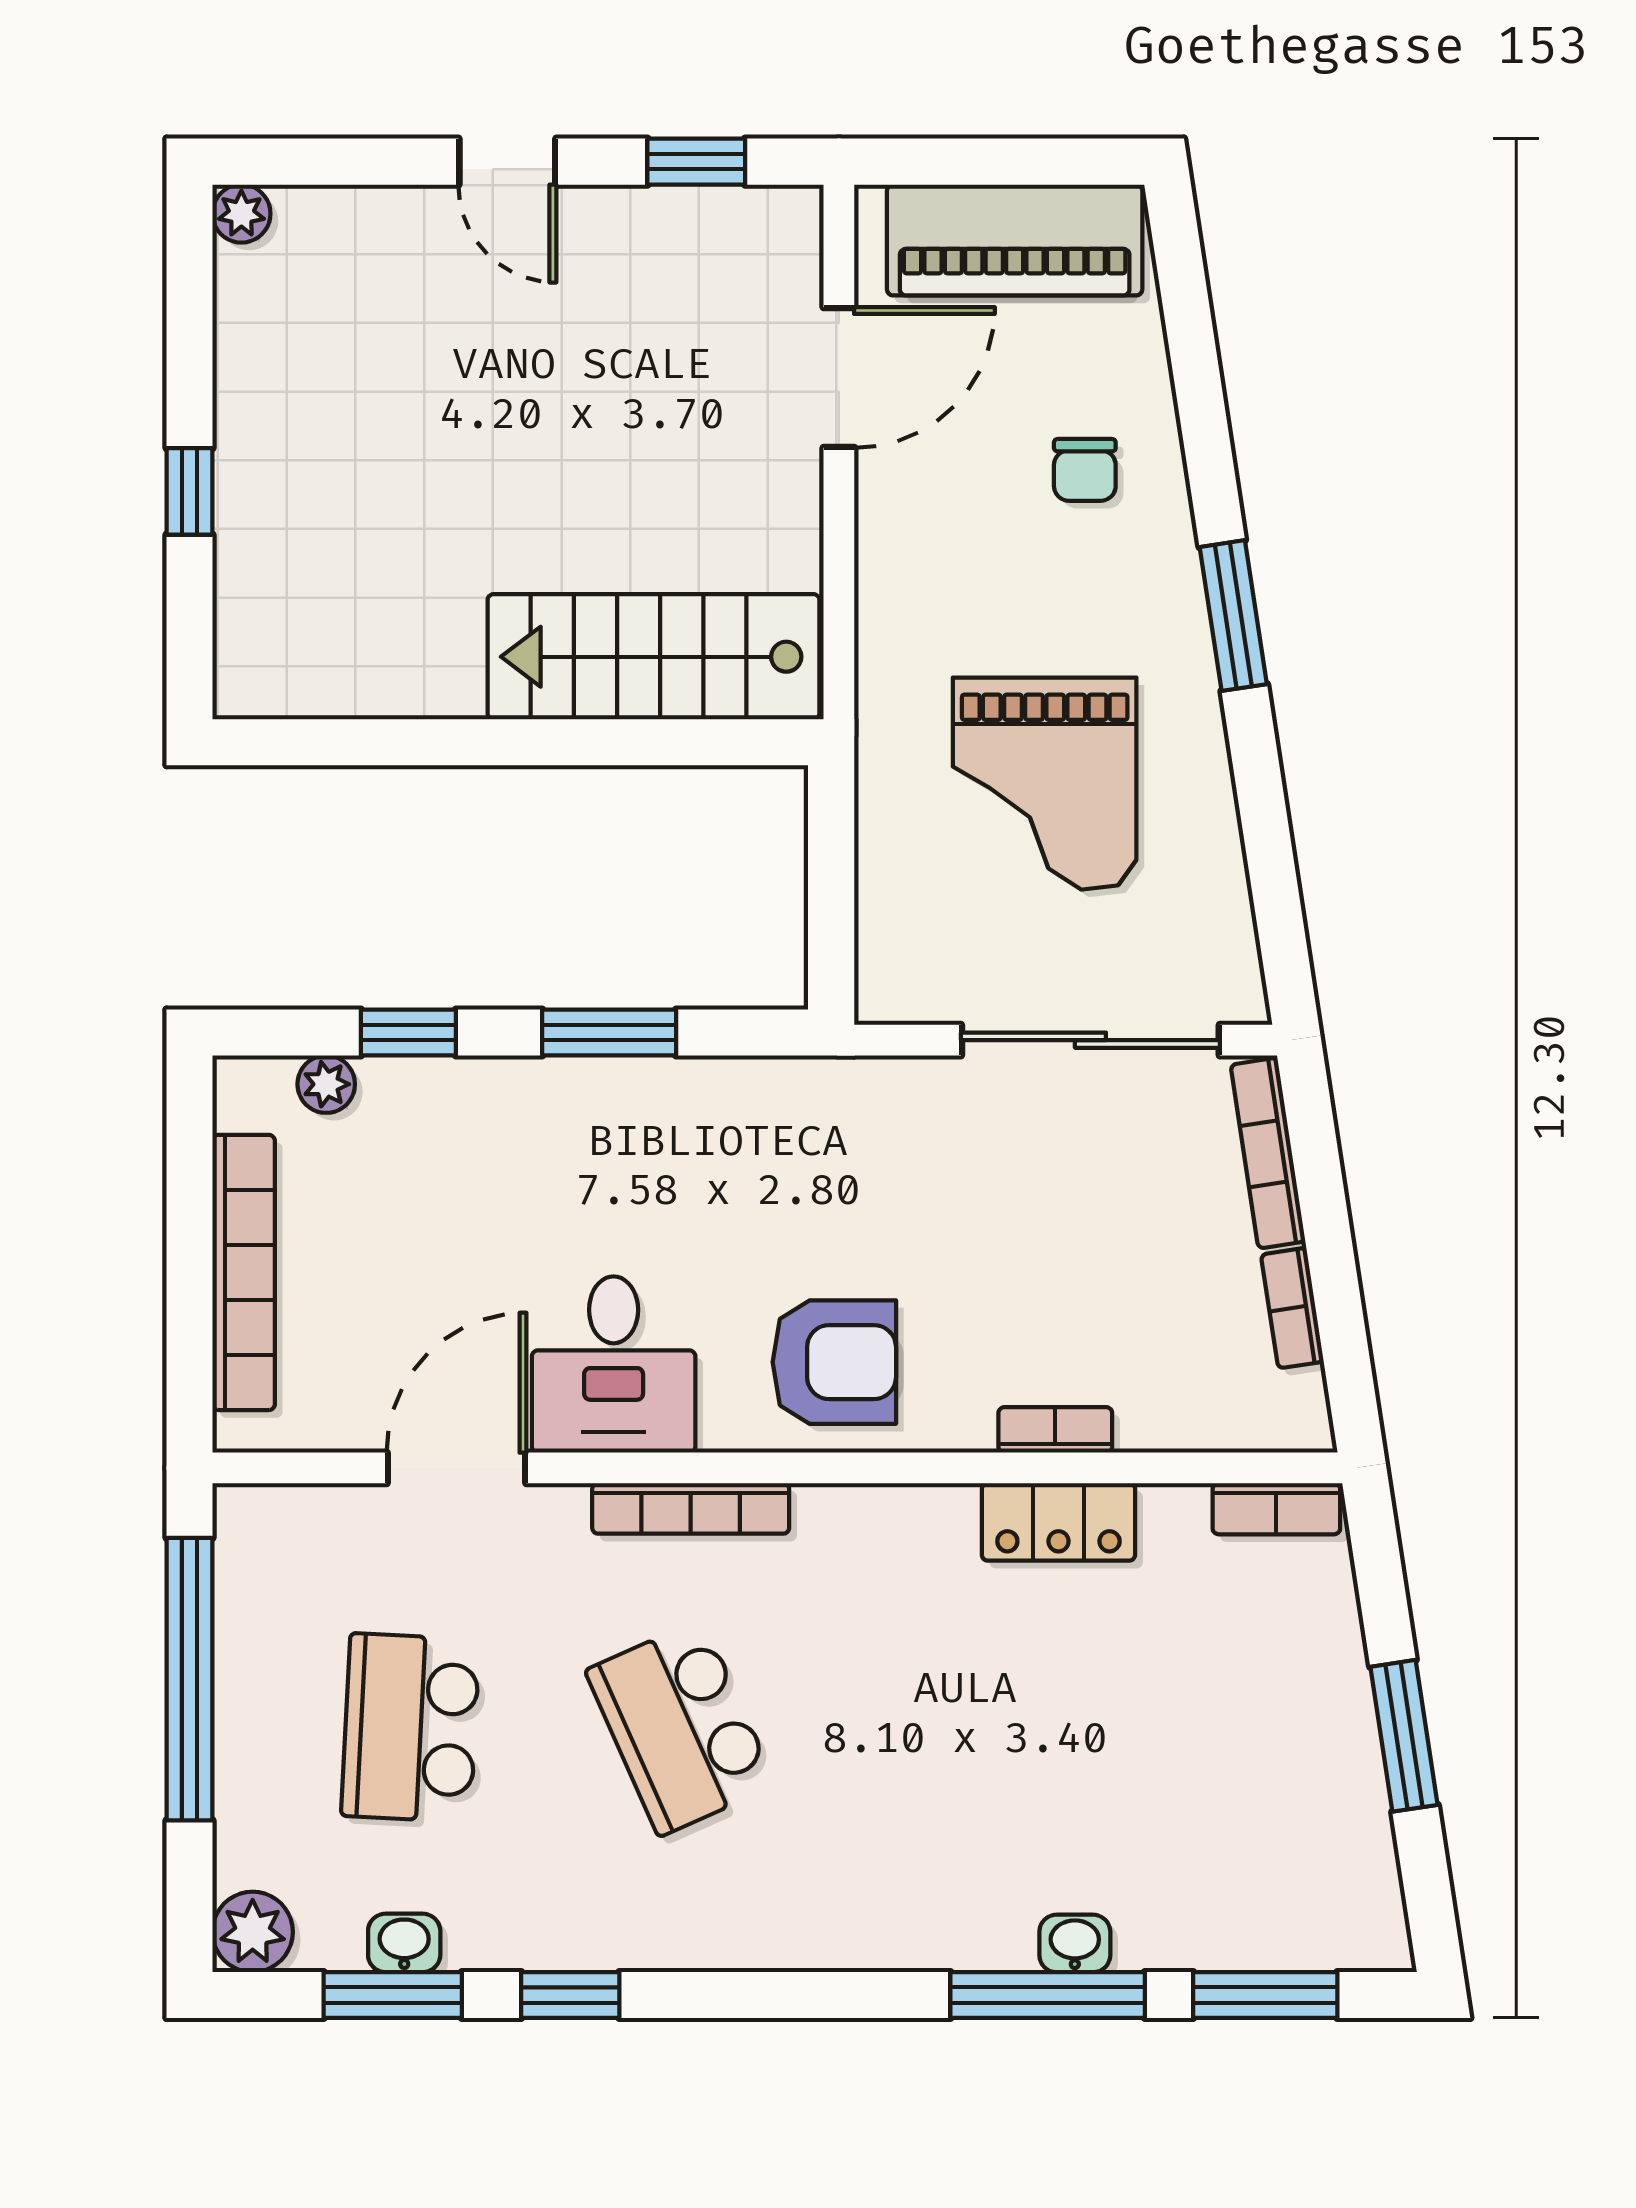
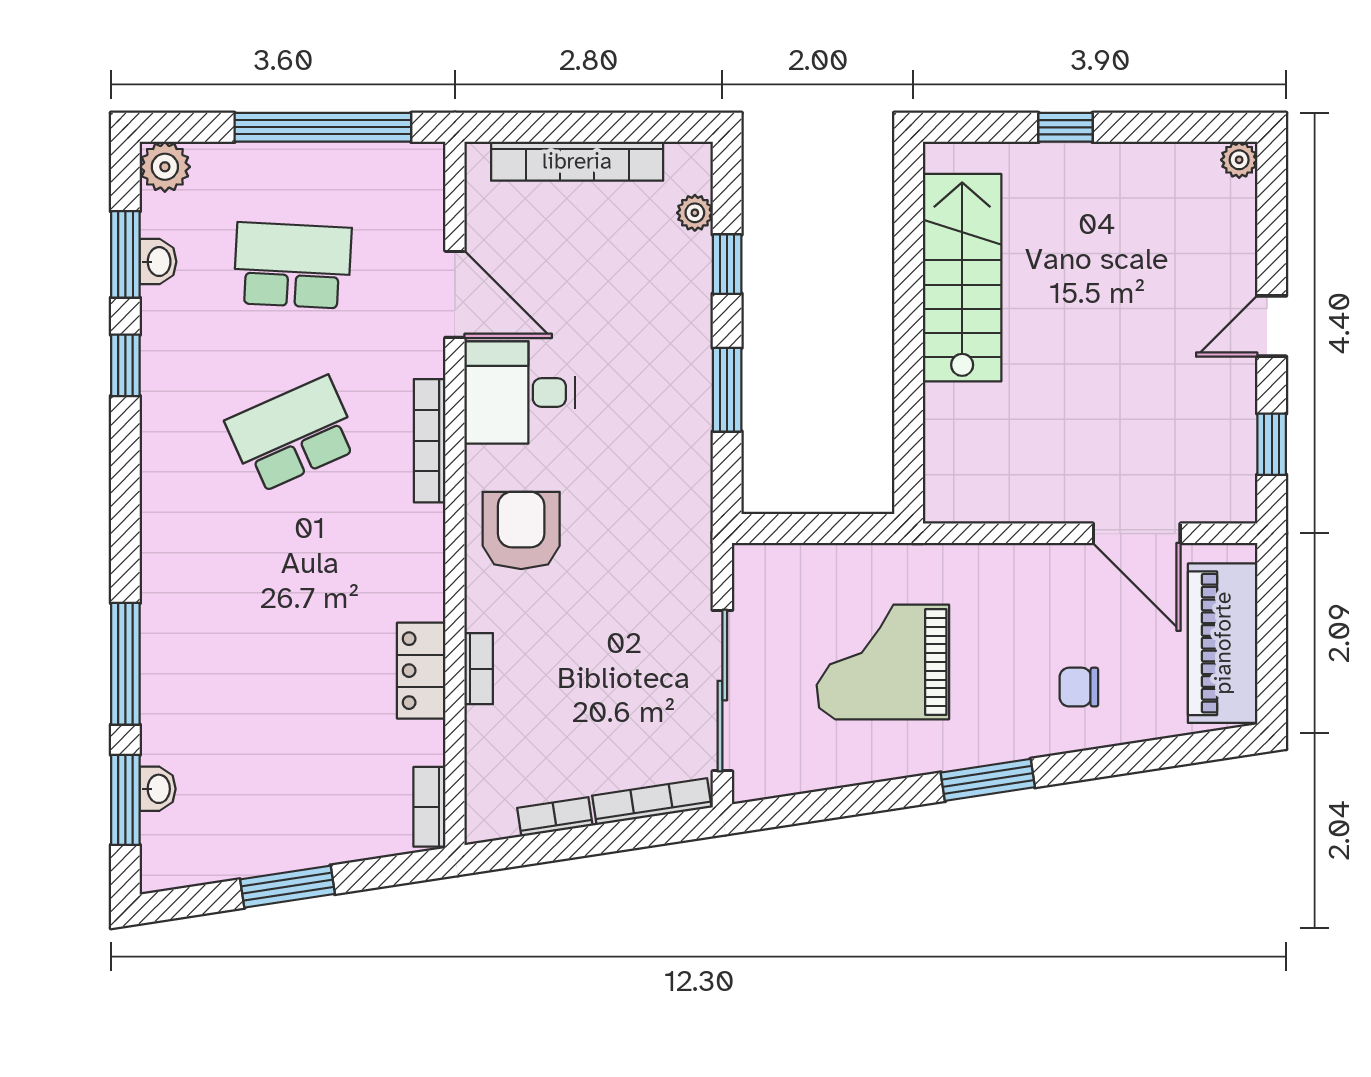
stairs: (654, 657) -> (962, 278), moved
armchair: (834, 1362) -> (521, 530), turned 180
washbasin: (1075, 1943) -> (158, 789), moved

